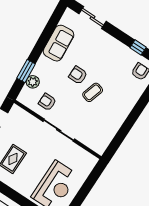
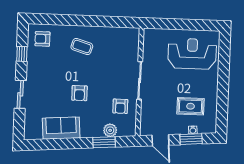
sliding door: (92, 18) -> (20, 94), moved
coffee table: (93, 92) -> (82, 47), moved

